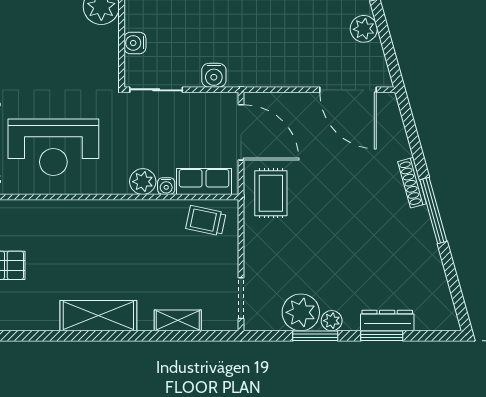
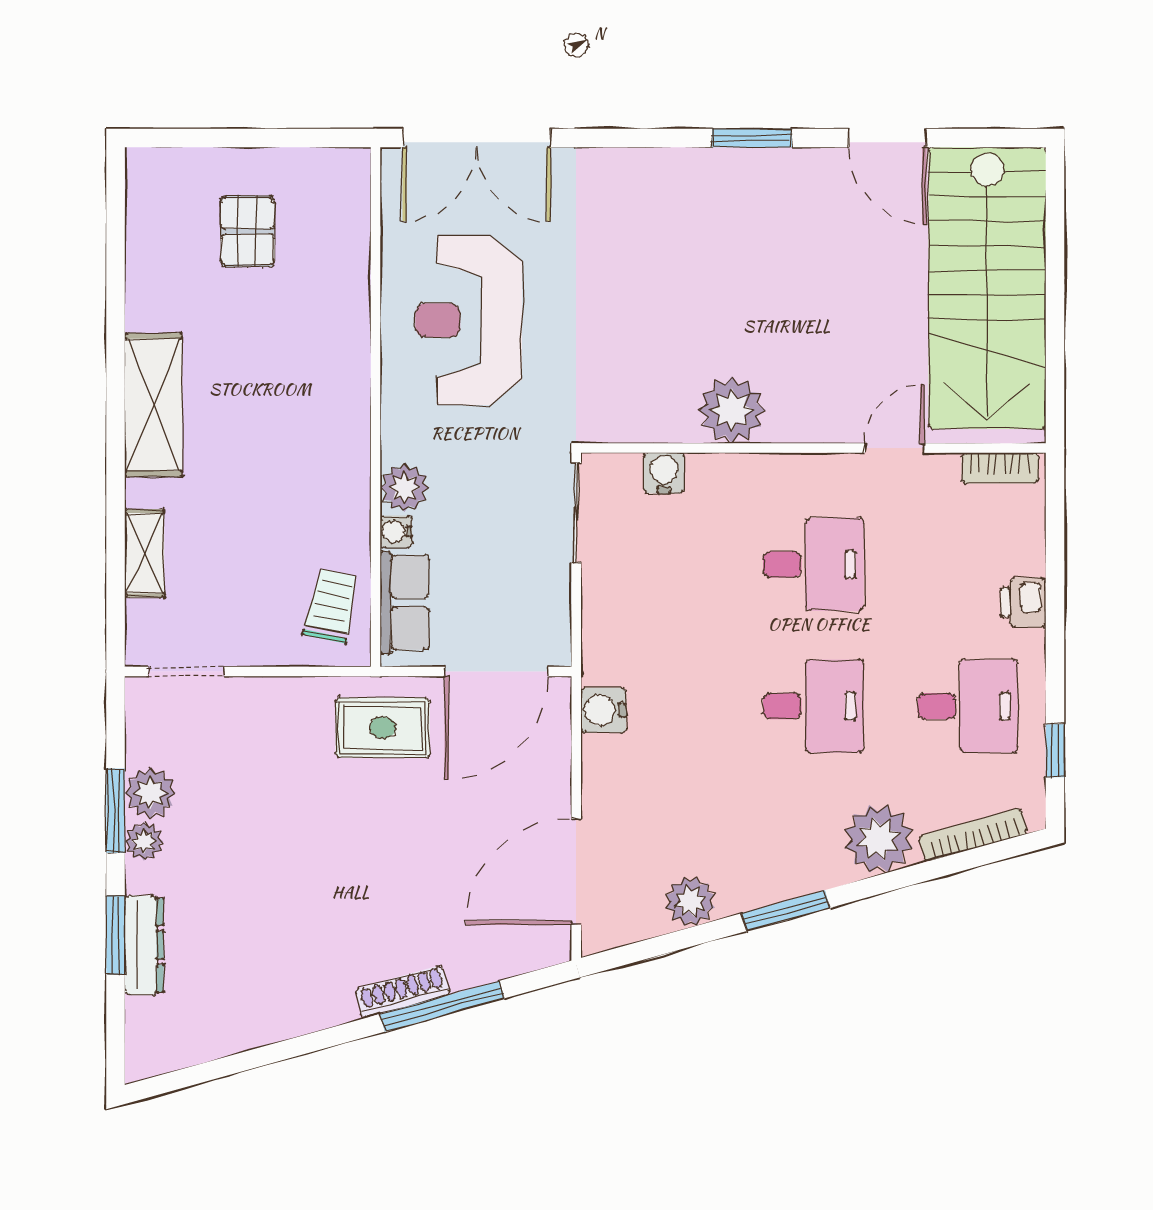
water cooler: (214, 75) -> (603, 710), moved
window: (433, 210) -> (442, 1006), moved
plant: (301, 312) -> (150, 793), width x0.73, depth x0.73

